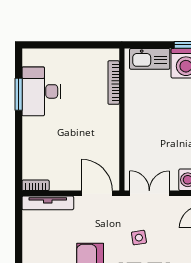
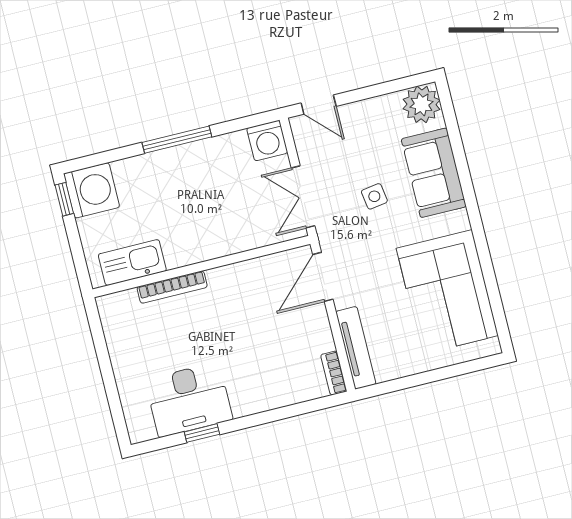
kitchen sink: (150, 59) -> (132, 262), moved, turned -90
bookcase: (114, 83) -> (172, 287), moved
window: (19, 94) -> (202, 433), width x0.67

